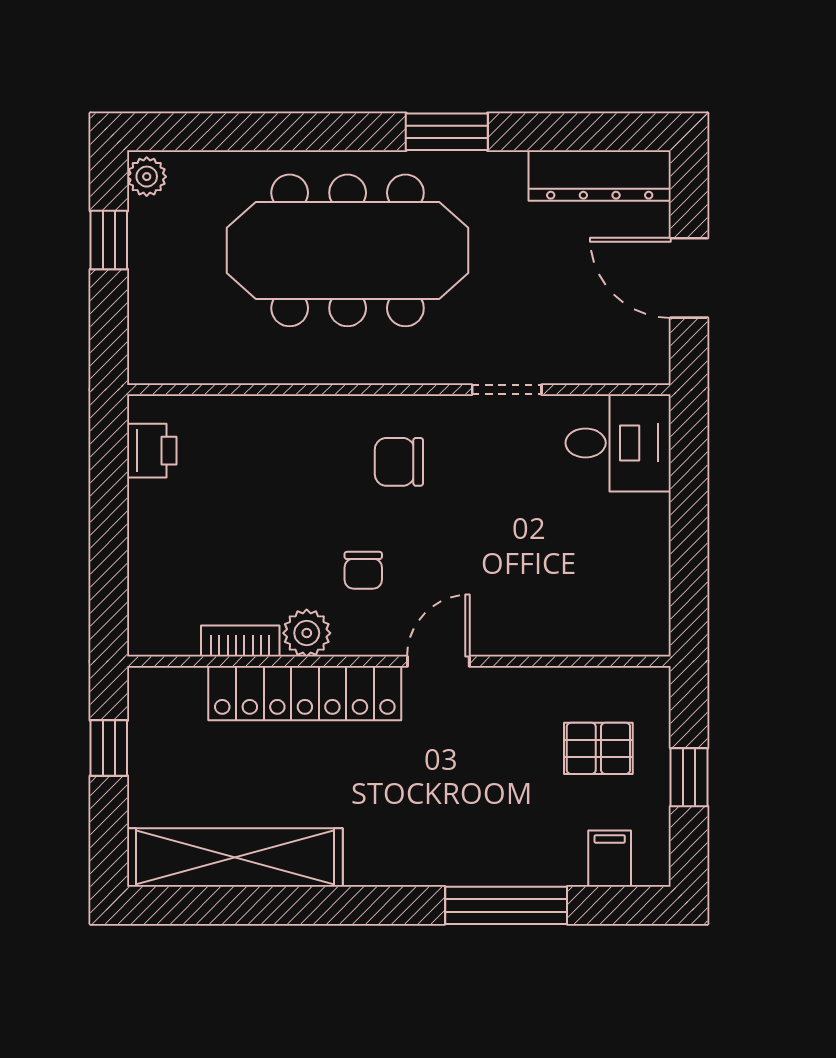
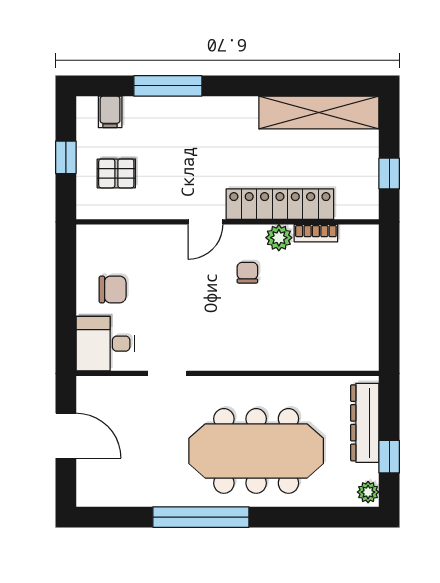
window: (447, 132) -> (201, 517), width x2.11
dresser: (600, 175) -> (365, 423), moved, turned -90
printer: (152, 451) -> (365, 339), removed
chair: (399, 462) -> (113, 289), moved

